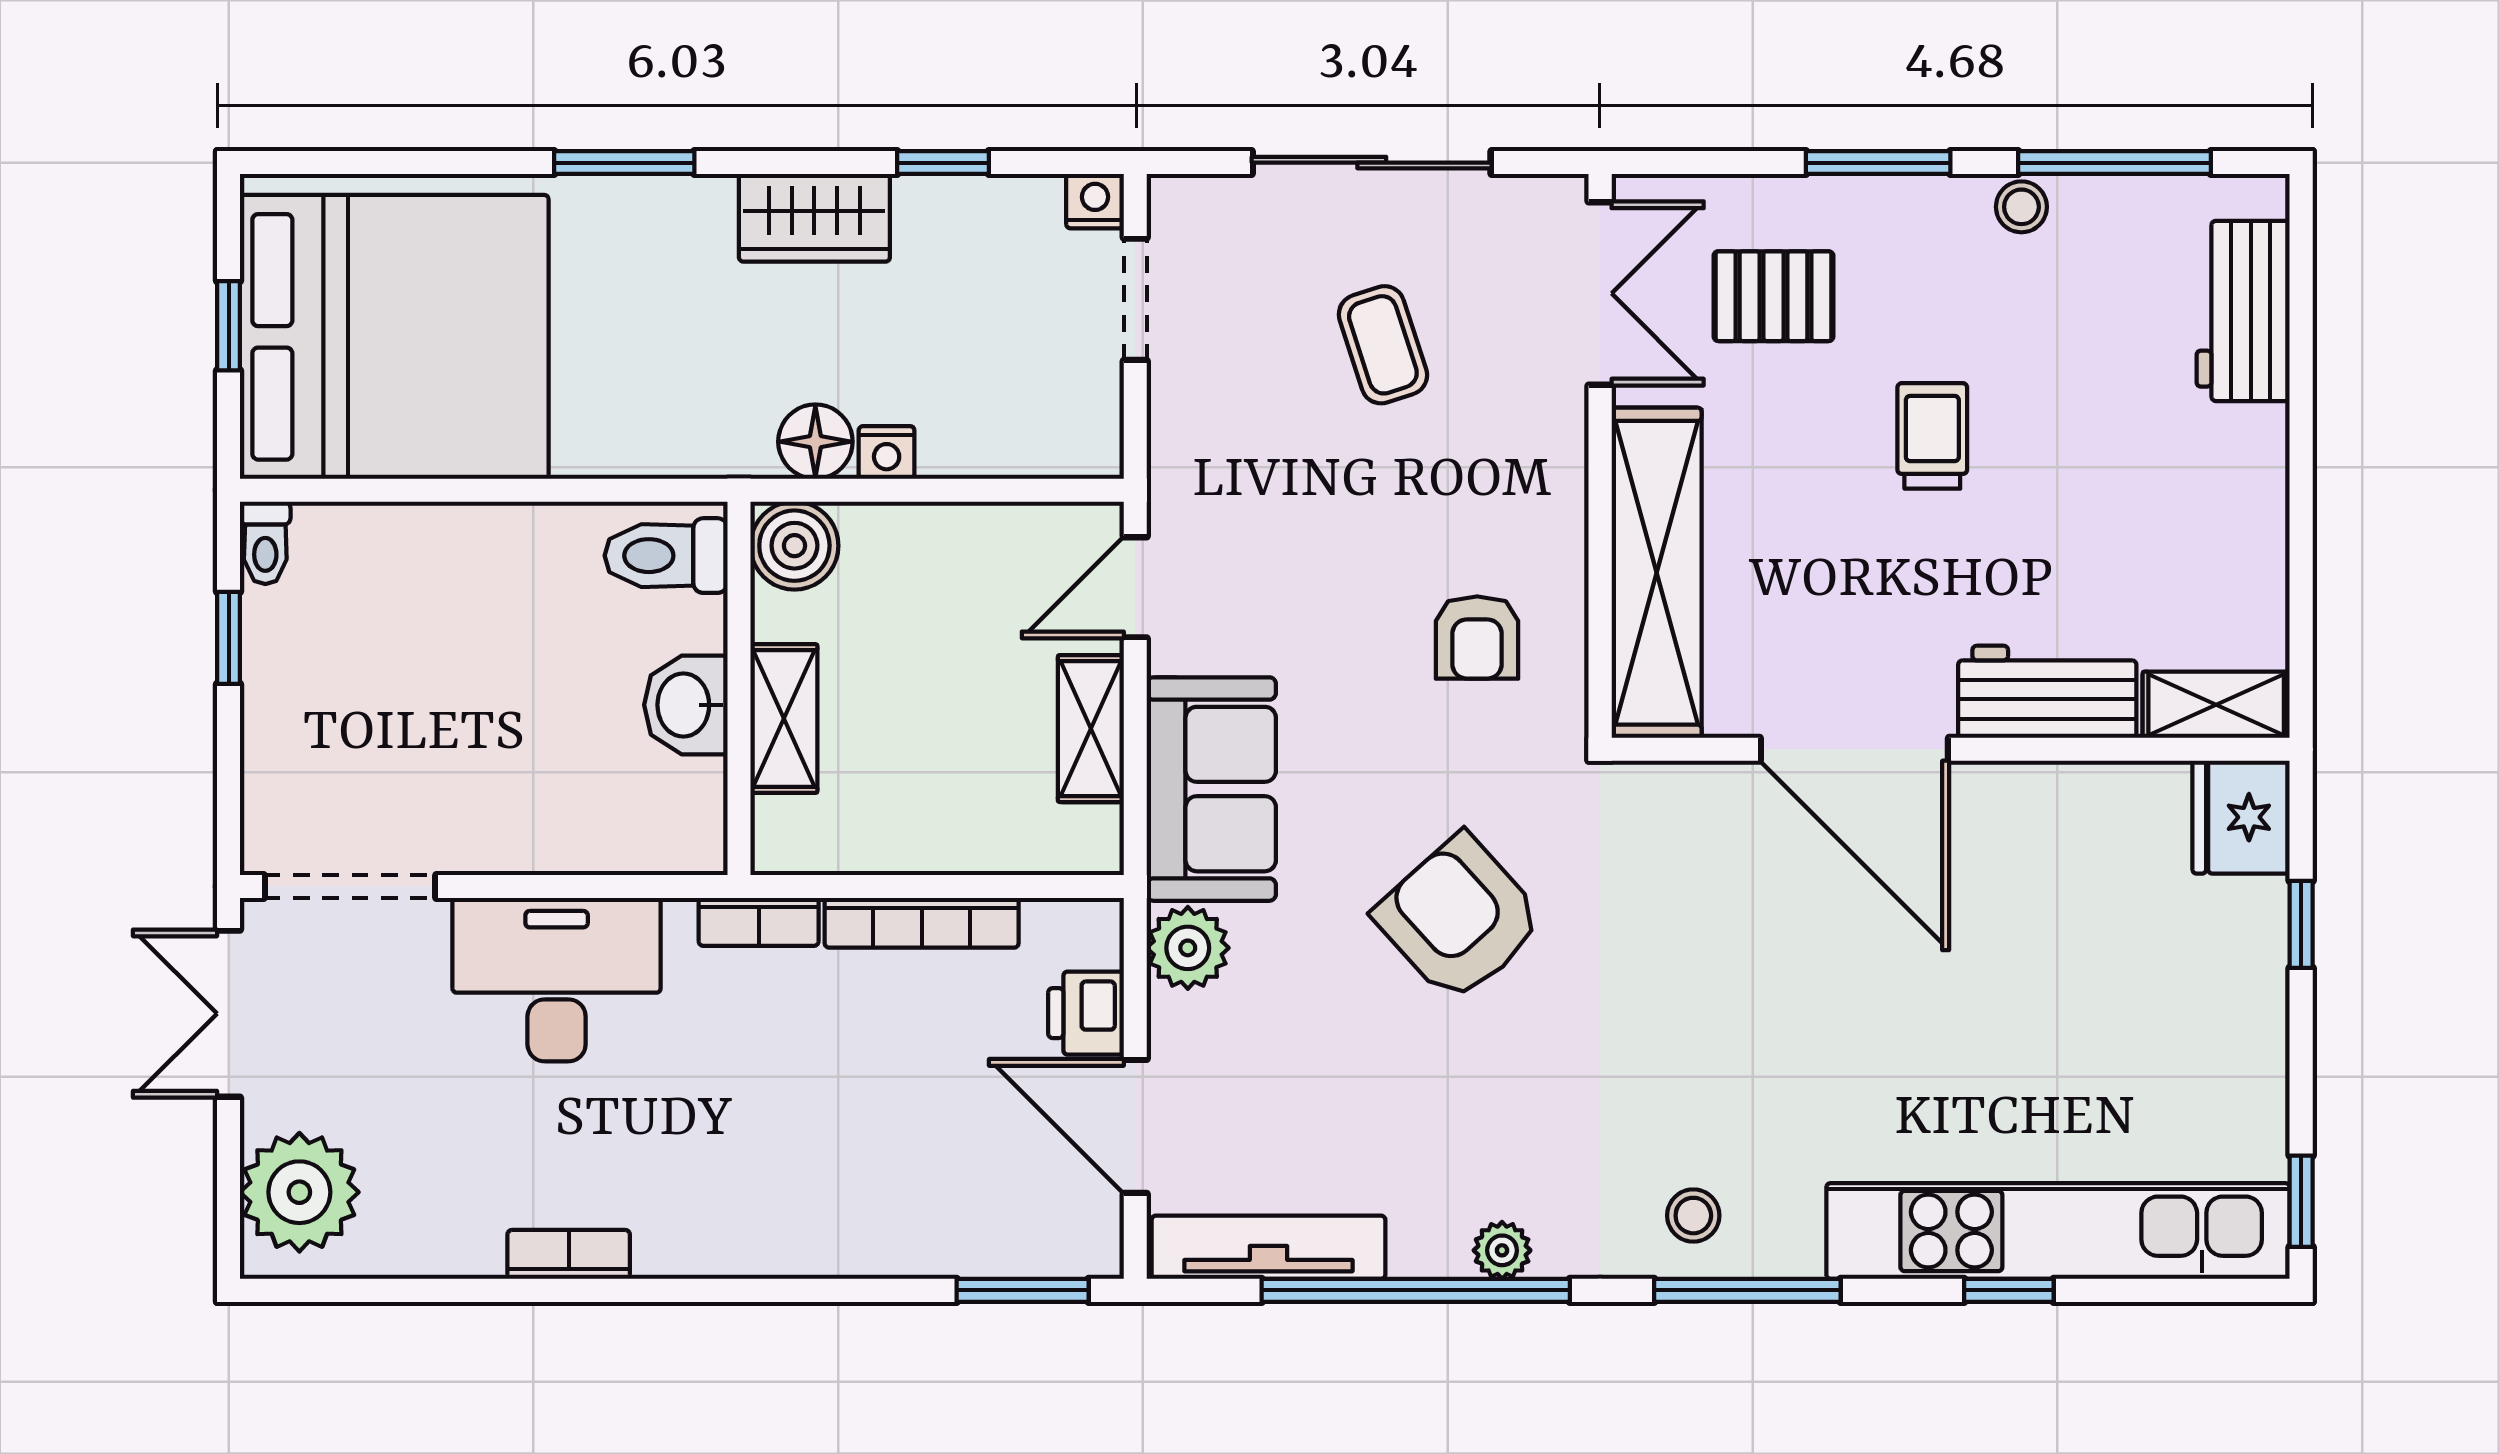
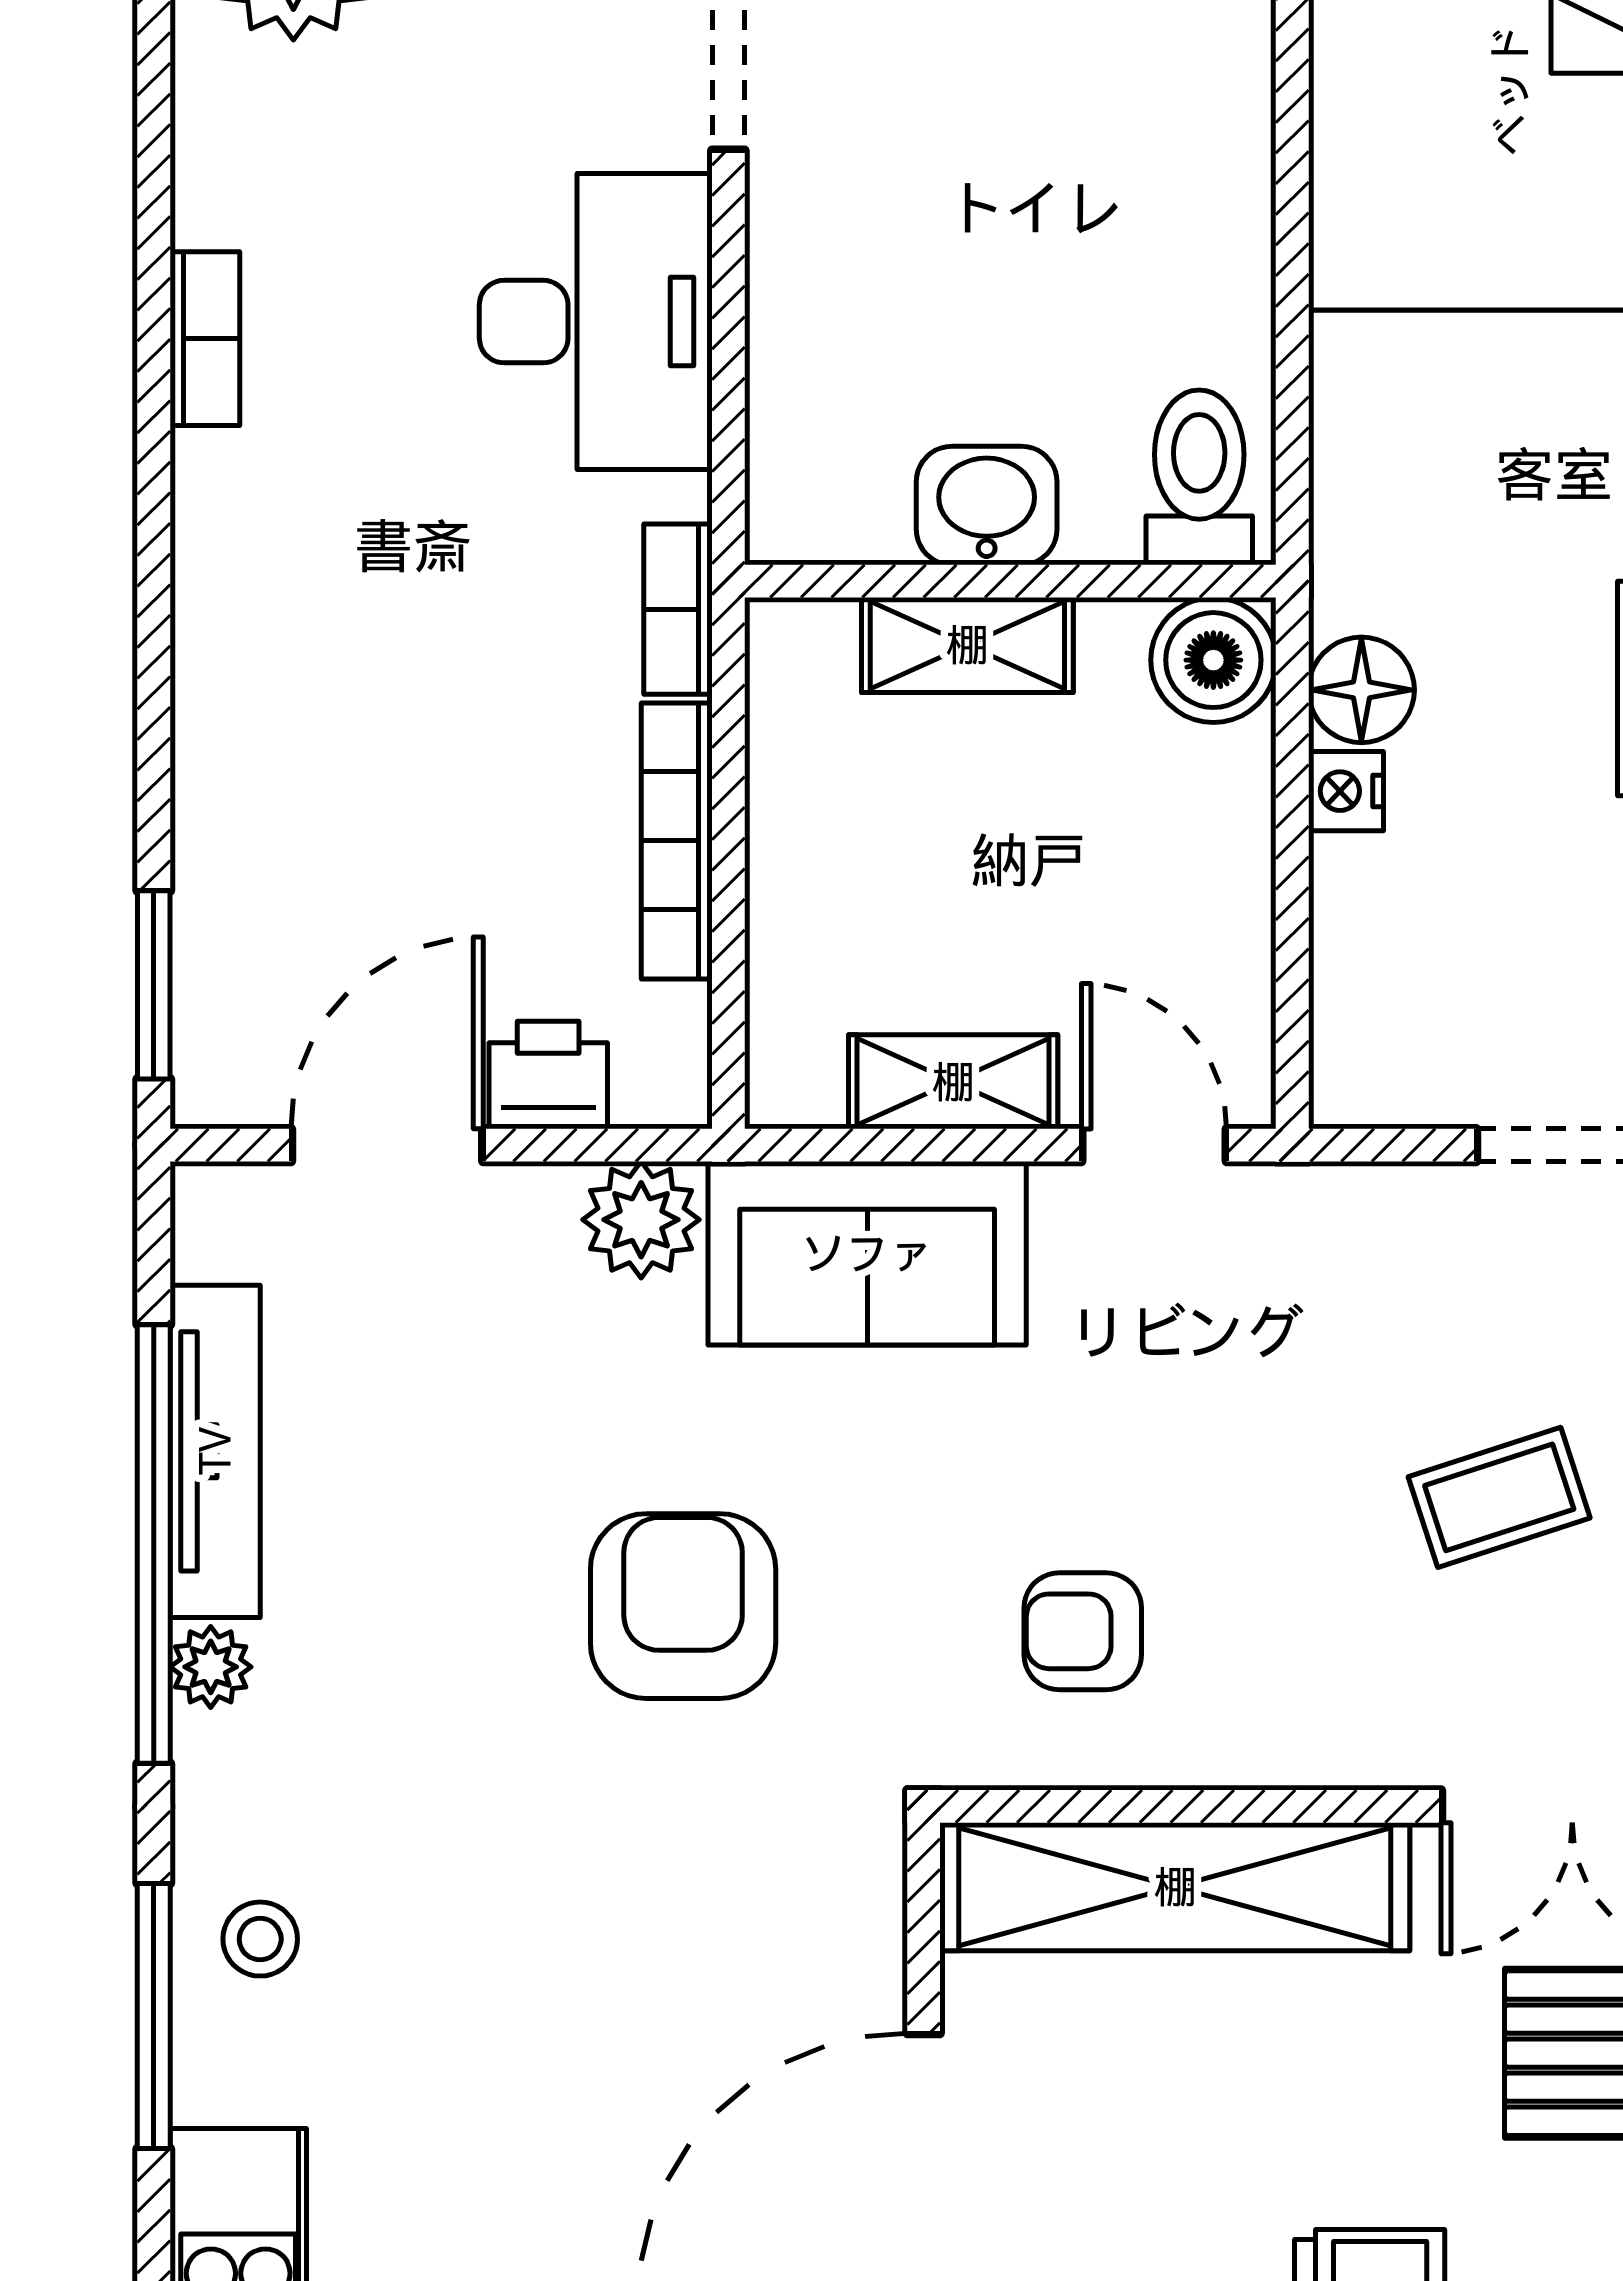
armchair: (1459, 918) -> (683, 1606), turned -48
tv unit: (1268, 1247) -> (215, 1451), moved

